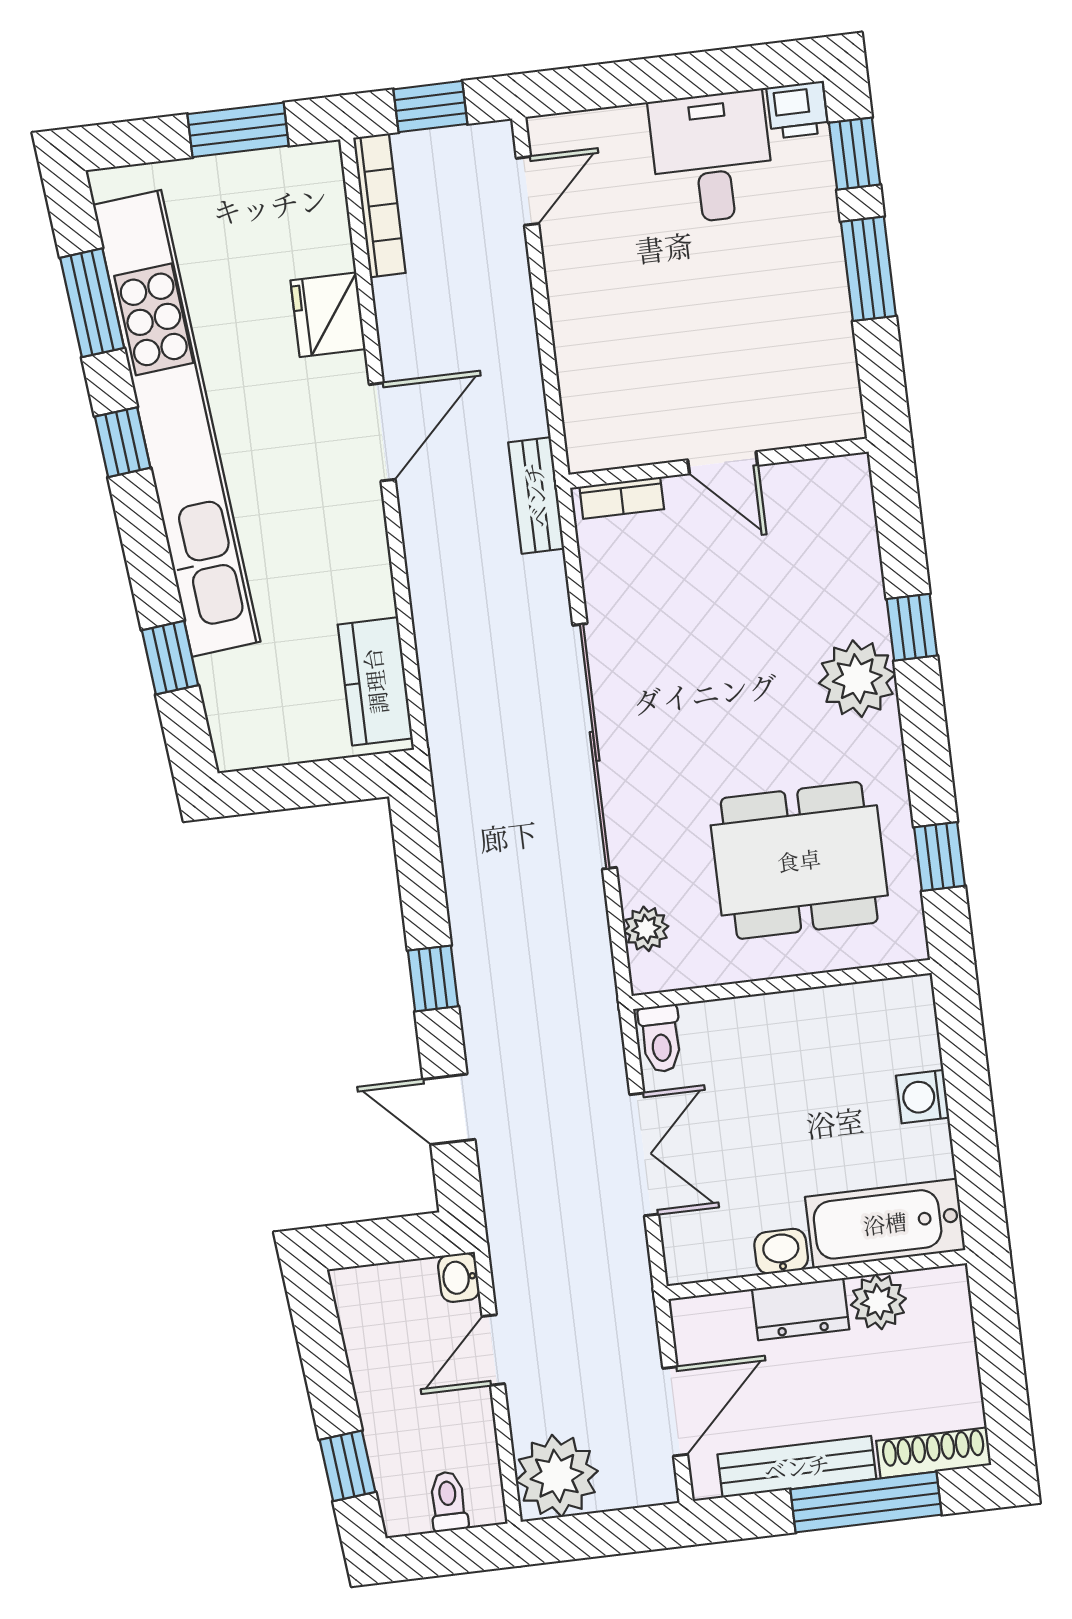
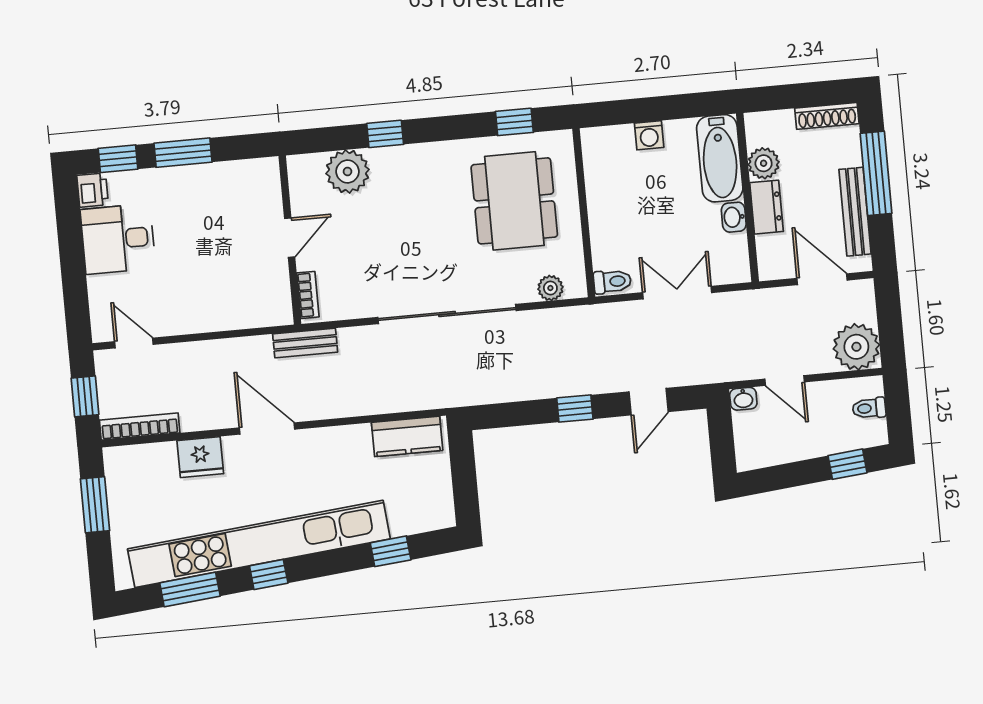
plant: (857, 679) -> (348, 171), moved
shoe rack: (934, 1453) -> (827, 116), moved, turned -90

